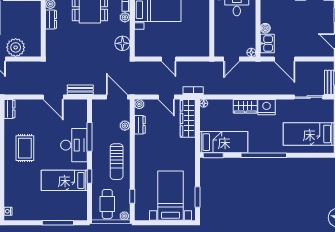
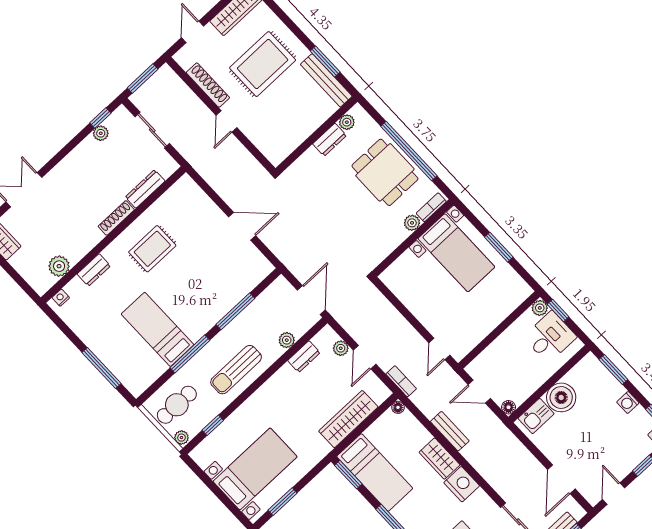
boiler: (265, 28) -> (561, 397), width x1.86, depth x1.86
floor lamp: (122, 43) -> (379, 248), removed
plant: (16, 47) -> (259, 129), removed
door: (169, 59) -> (439, 349), moved
door: (285, 59) -> (561, 479), moved
bench: (80, 90) -> (450, 431), moved
door: (53, 97) -> (242, 226), swing flipped
plant: (139, 104) -> (341, 348), moved
dresser: (9, 109) -> (94, 270), moved
wardrobe: (188, 118) -> (348, 419), moved
desk: (74, 145) -> (209, 302), removed
window: (89, 176) -> (190, 354), width x2.17

